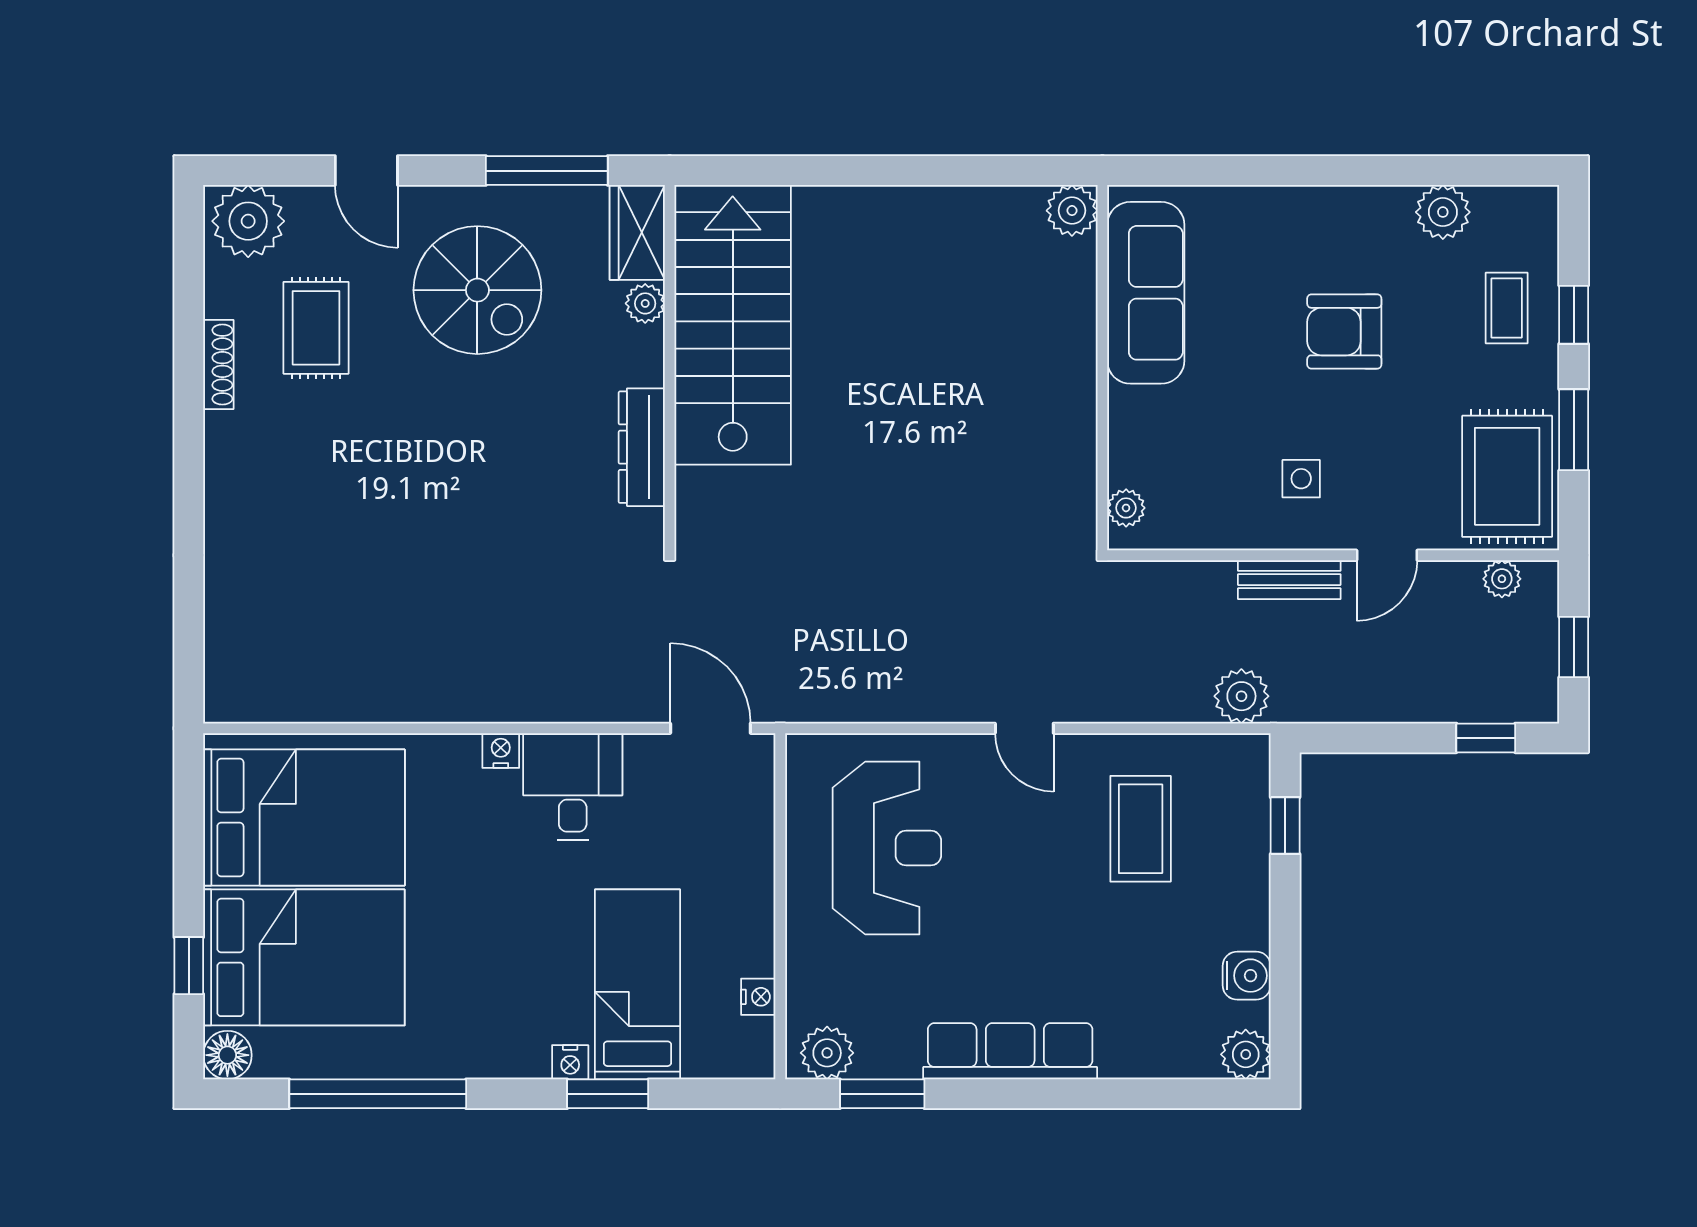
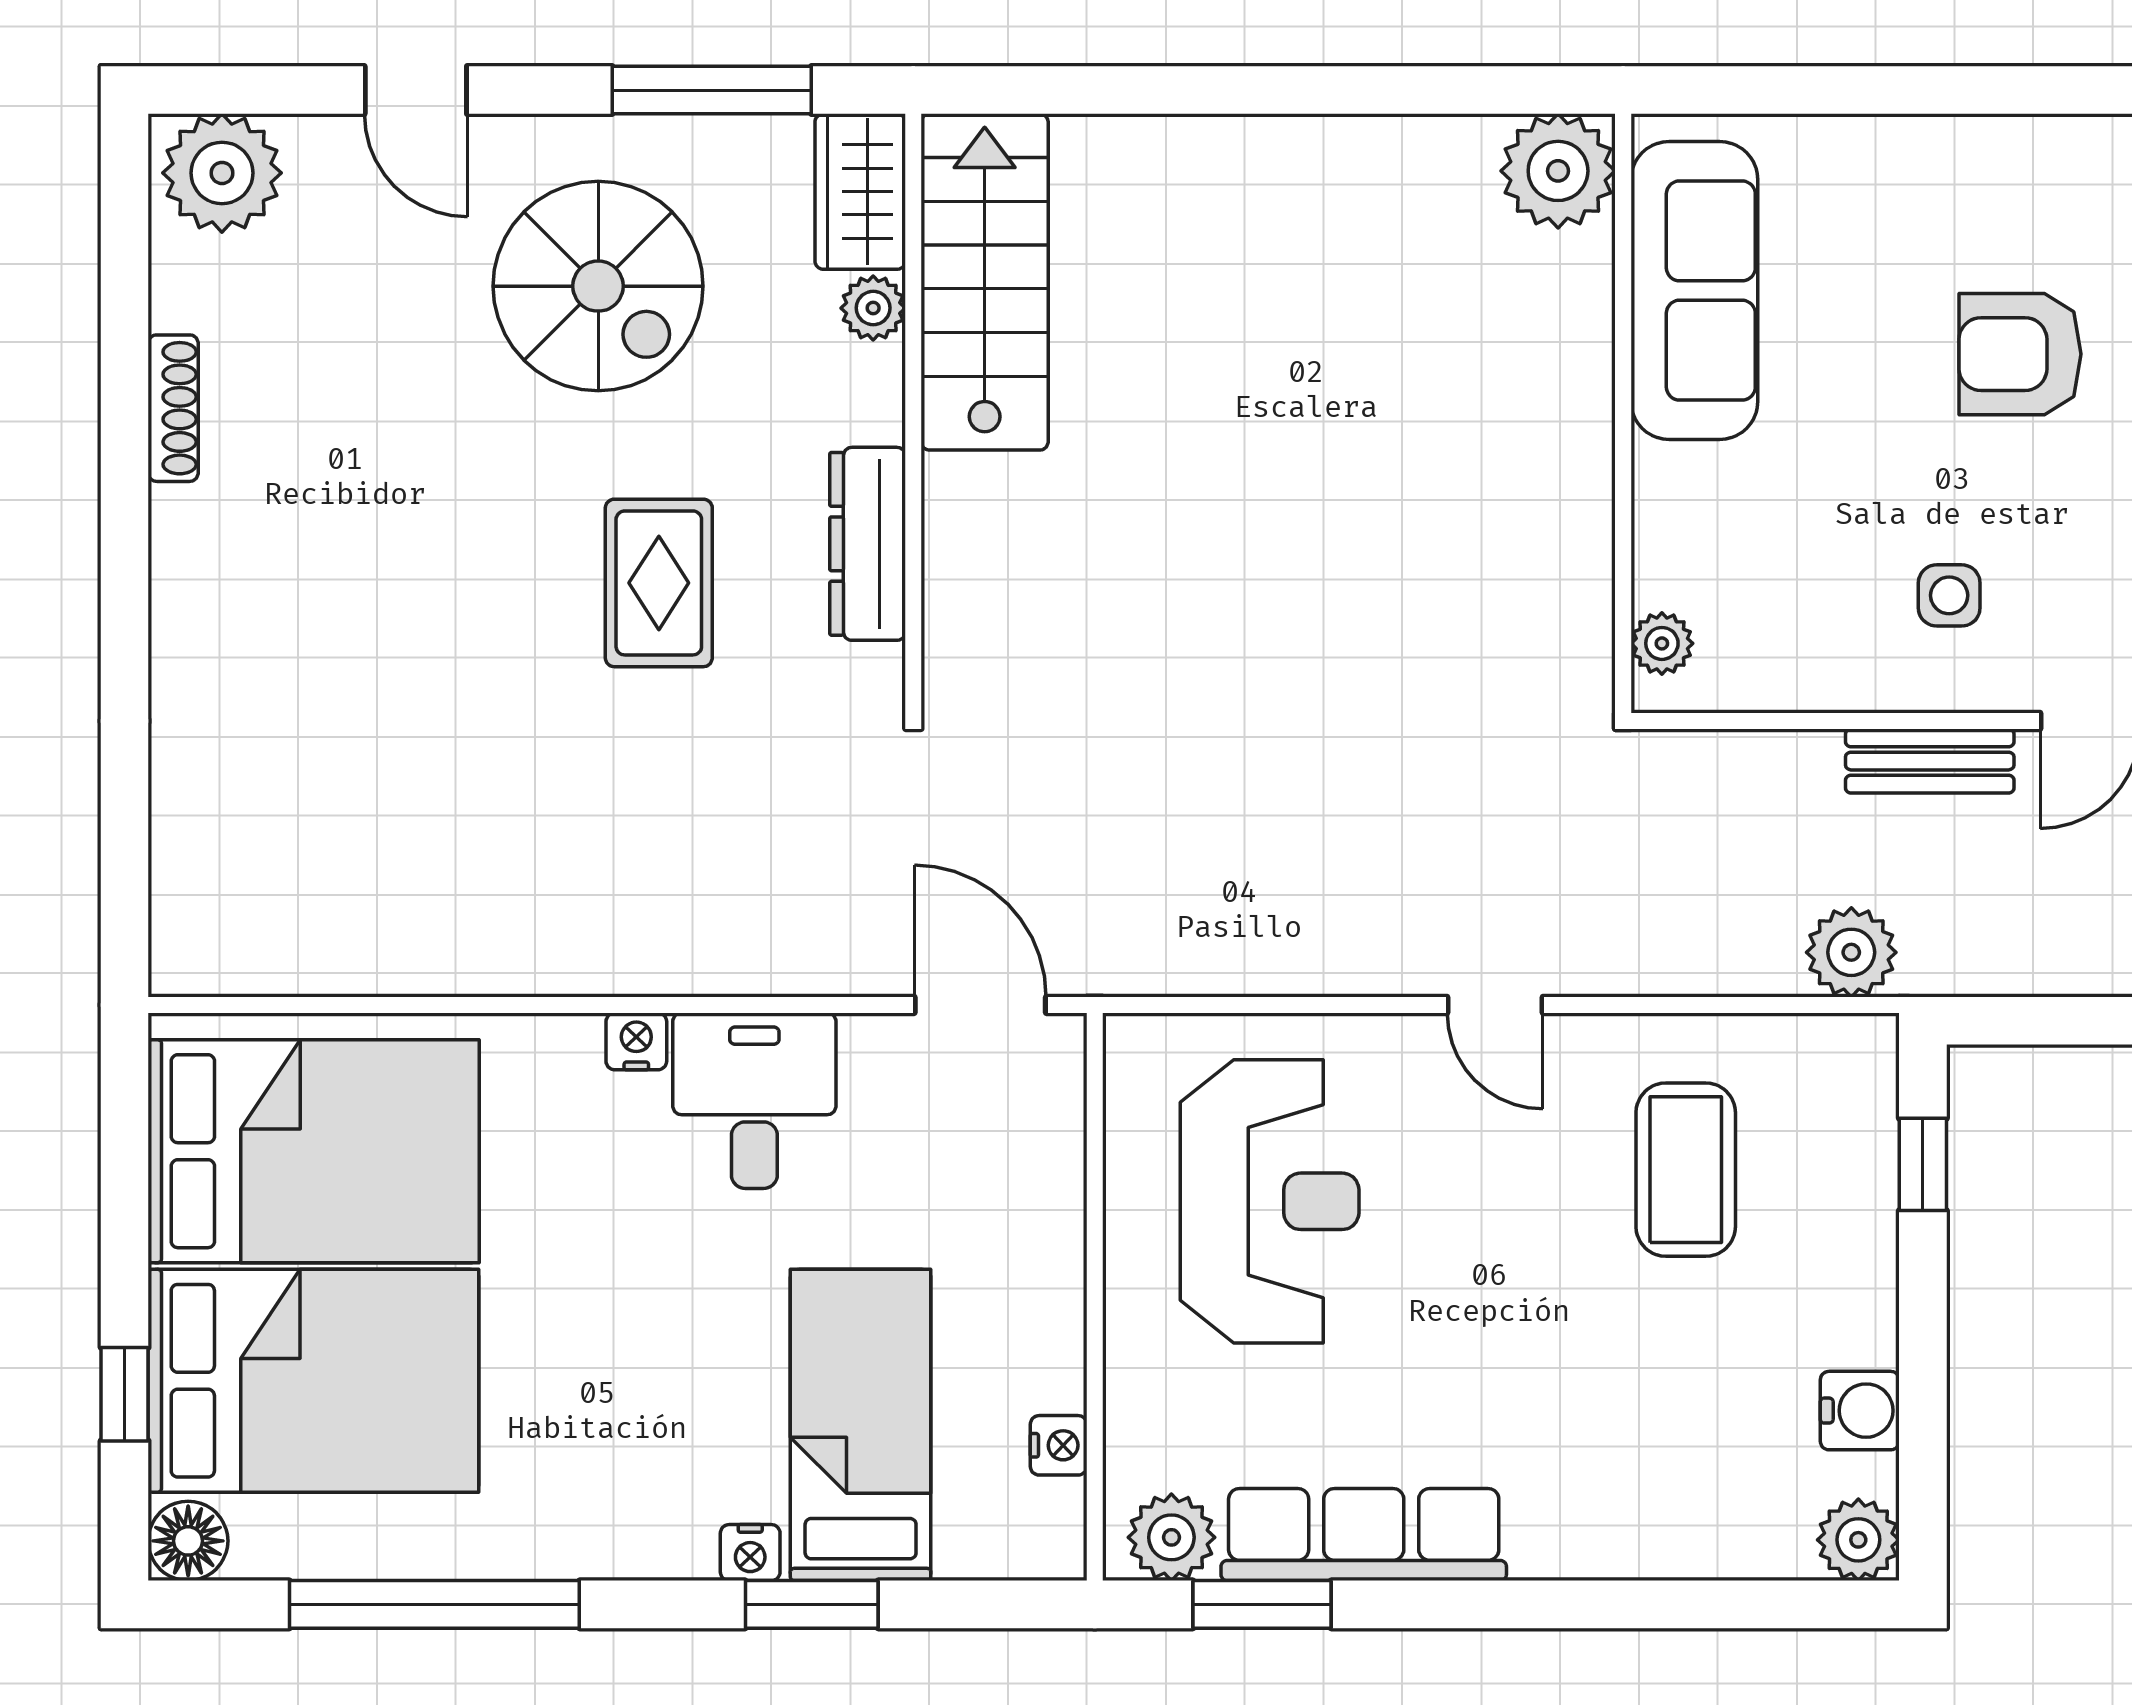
plant: (1072, 211) -> (1558, 171), width x1.36, depth x1.36
stairs: (733, 325) -> (985, 282), width x0.73, depth x0.66
rug: (316, 328) -> (659, 583), moved
row of seats: (1010, 1051) -> (1364, 1535), moved

